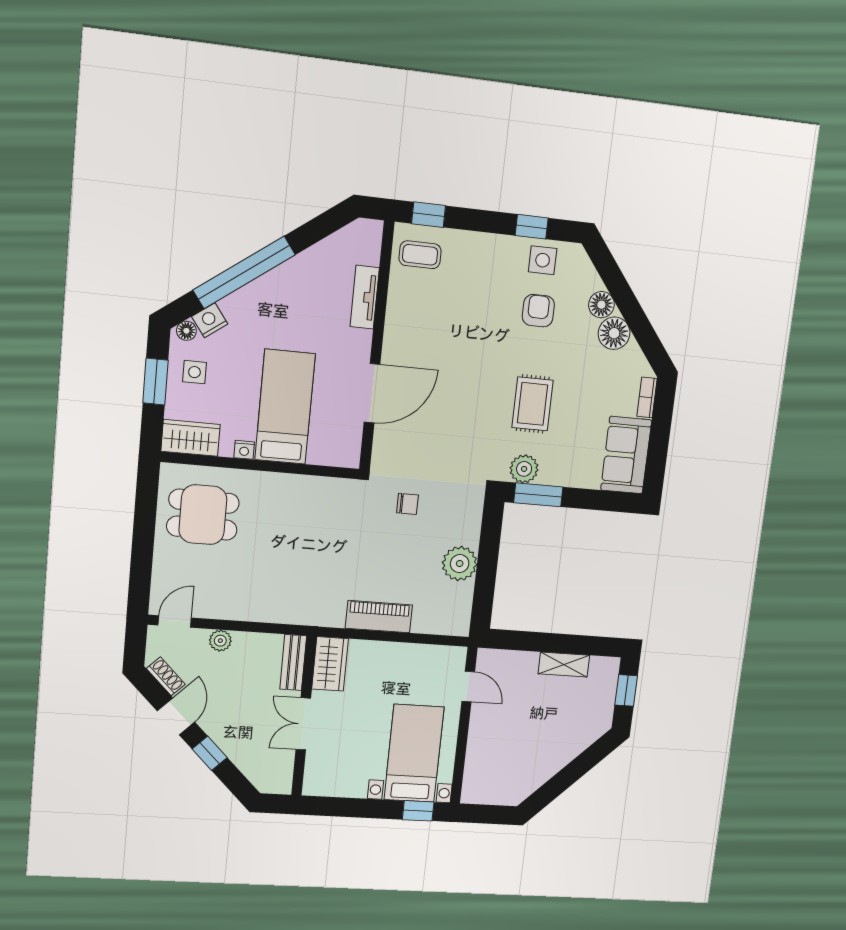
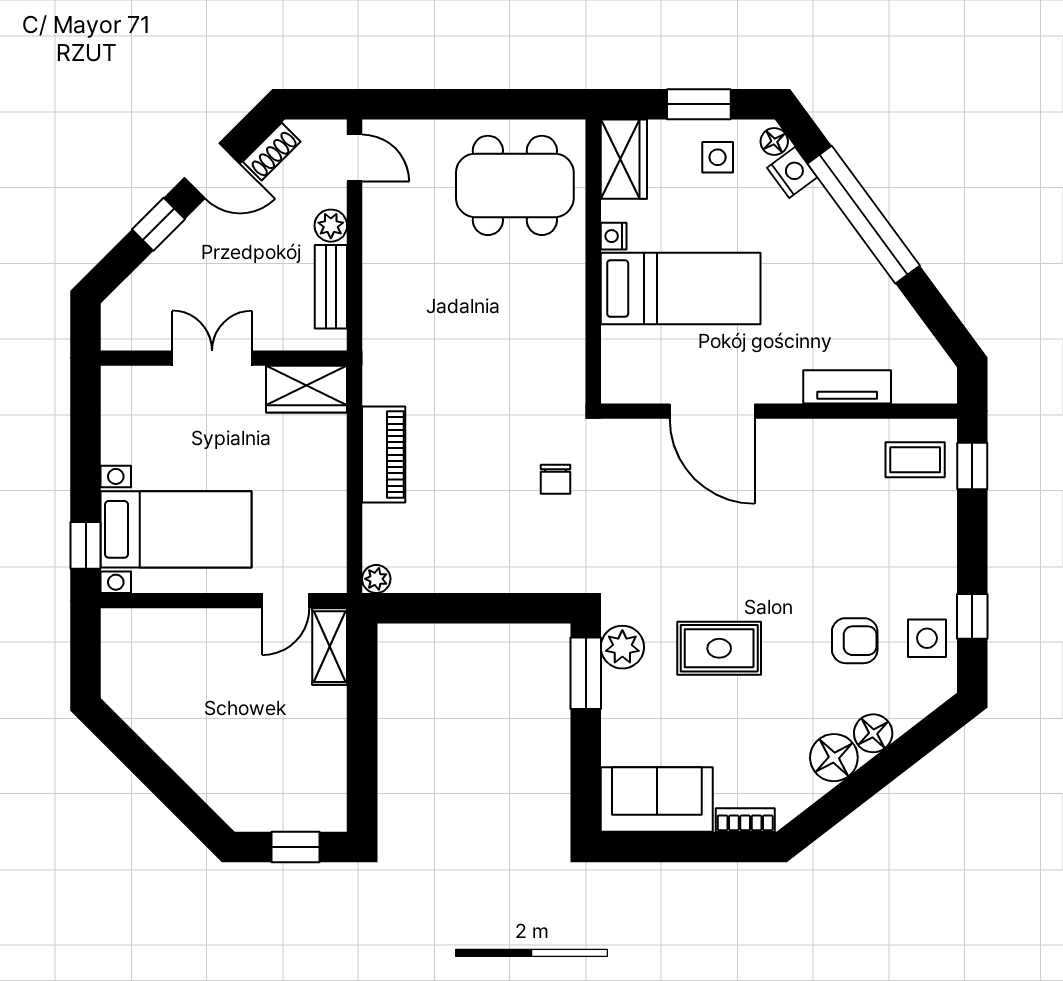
coffee table: (420, 255) -> (915, 460), turned 90
dining table: (203, 515) -> (515, 185), width x1.38
plant: (460, 564) -> (376, 579), moved, width x0.53, depth x0.53
bench: (293, 663) -> (331, 287), moved, turned 90
shelving: (564, 665) -> (330, 647), moved

